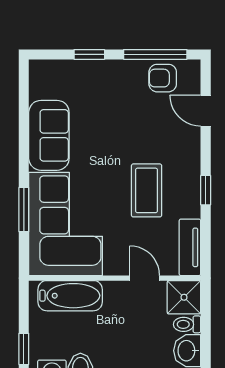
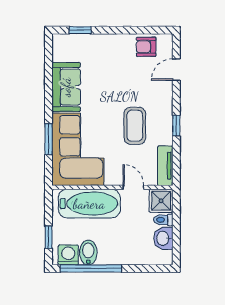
window: (89, 54) -> (80, 30), moved
window: (155, 54) -> (141, 30), removed
door: (206, 111) -> (176, 70), hinge flipped
bathtub: (70, 296) -> (89, 204), width x1.36, depth x1.36

